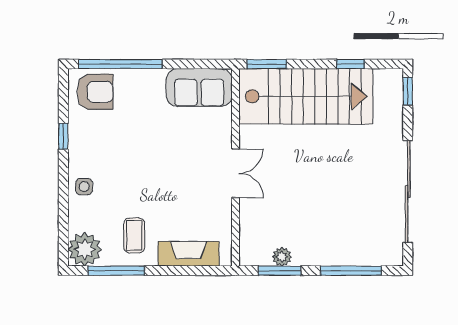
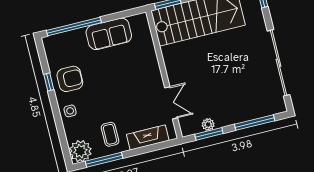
sofa: (199, 88) -> (109, 34), moved
armchair: (95, 92) -> (70, 79), moved
double door: (236, 173) -> (171, 103), moved

